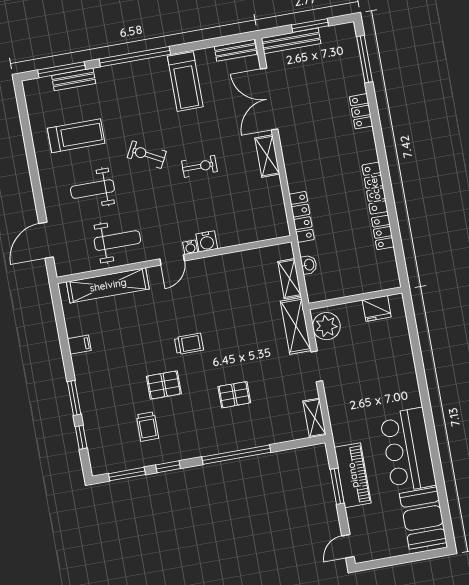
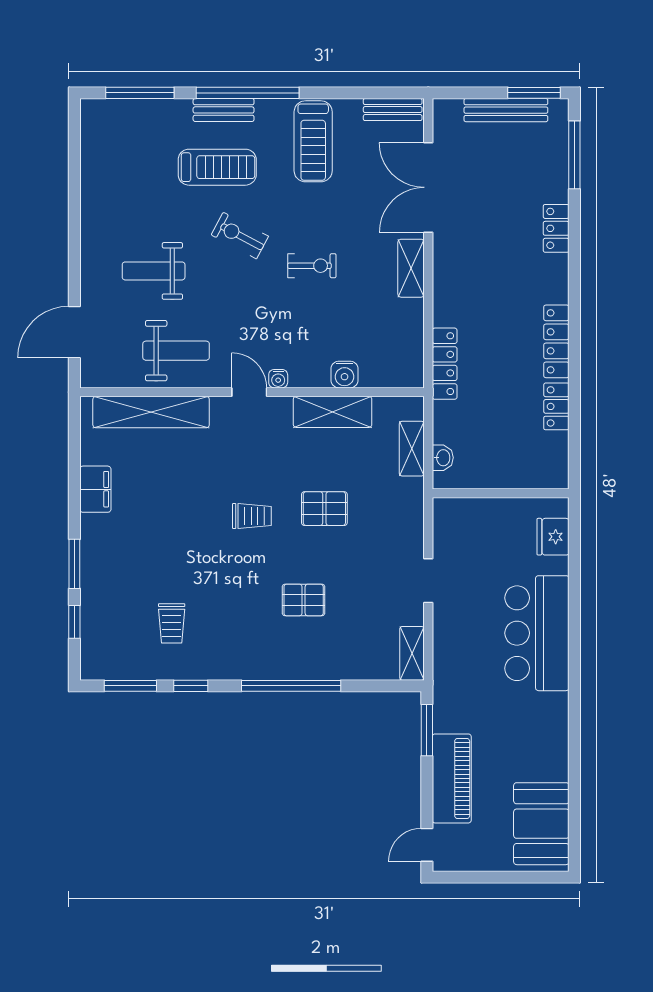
window: (310, 25) -> (534, 93), moved
bench: (291, 41) -> (506, 110), moved
bench: (74, 79) -> (224, 110), moved
treadmill: (76, 136) -> (217, 167), moved
water cooler: (207, 241) -> (345, 375), moved
door: (172, 260) -> (249, 392), swing flipped
washbasin: (309, 265) -> (443, 458), moved
fridge: (377, 308) -> (553, 537), moved, turned 90
shelving: (296, 326) -> (333, 412), moved, turned 90
plant: (326, 326) -> (452, 526), removed
filing cabinet: (79, 345) -> (95, 489), width x2.00
pallet: (164, 385) -> (324, 509), moved
bar counter: (408, 450) -> (537, 633), moved
piano: (353, 475) -> (452, 778), moved
window: (337, 486) -> (427, 730), moved

